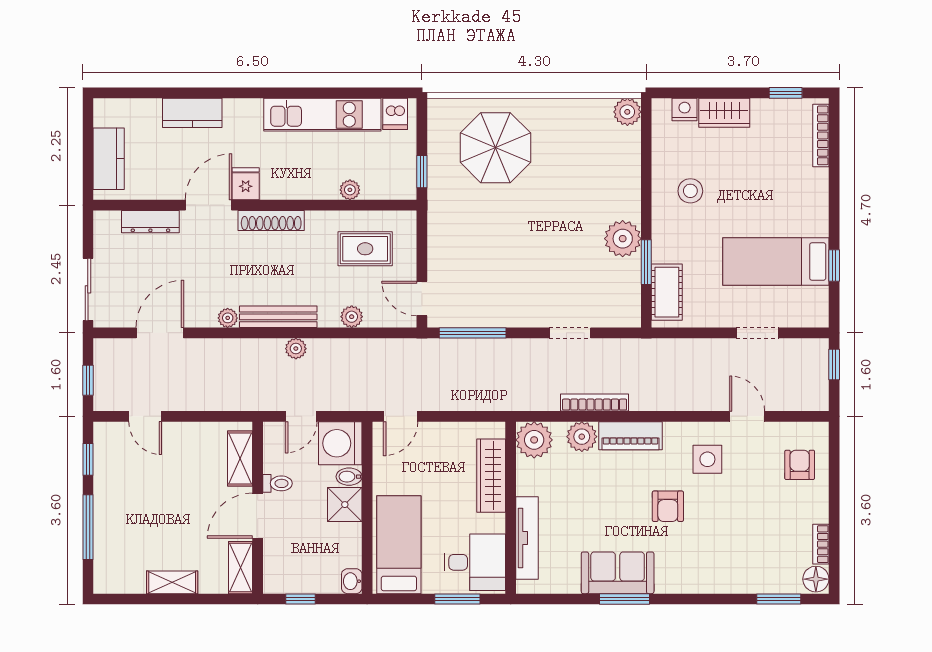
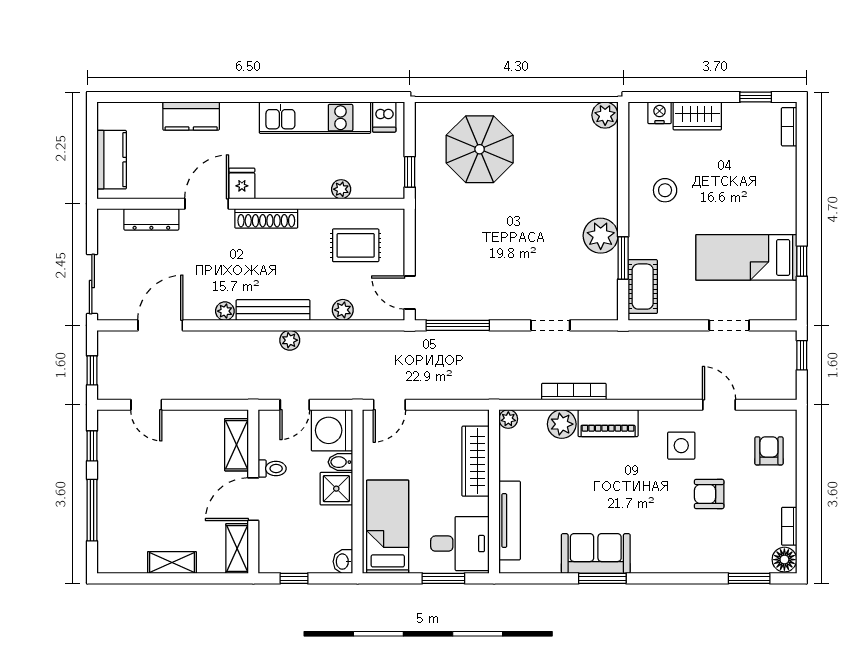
bookcase: (821, 135) -> (789, 127), width x0.64
plant: (534, 440) -> (508, 419), width x0.53, depth x0.53
armchair: (668, 506) -> (709, 494), moved, turned 90

